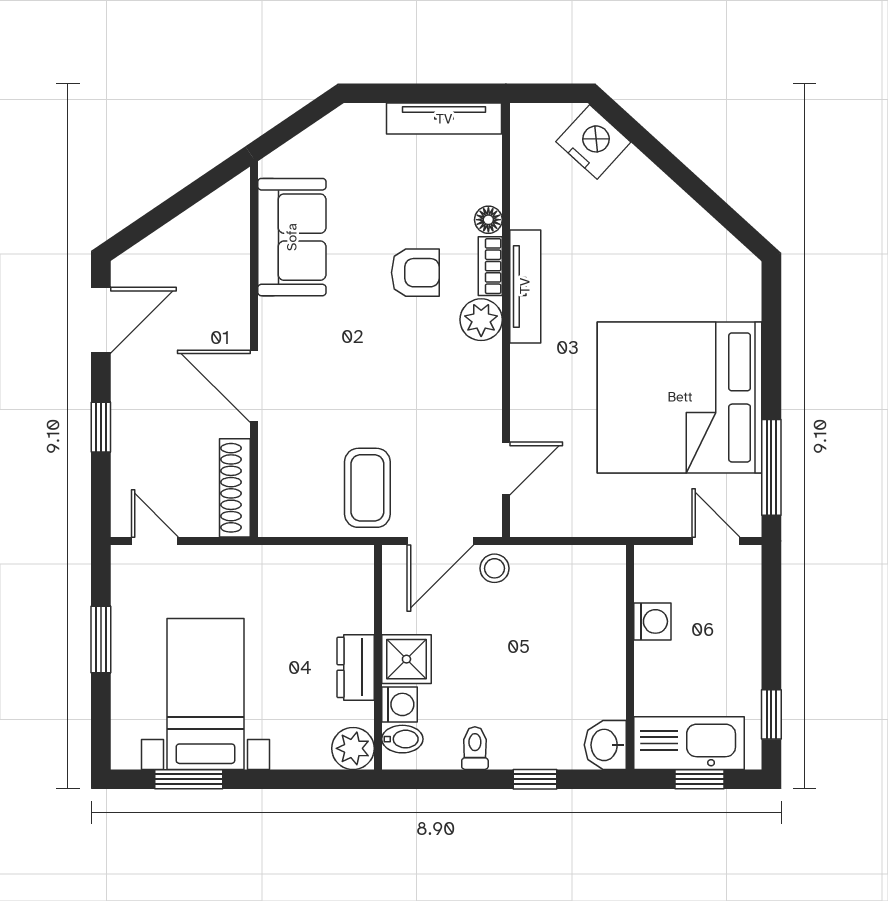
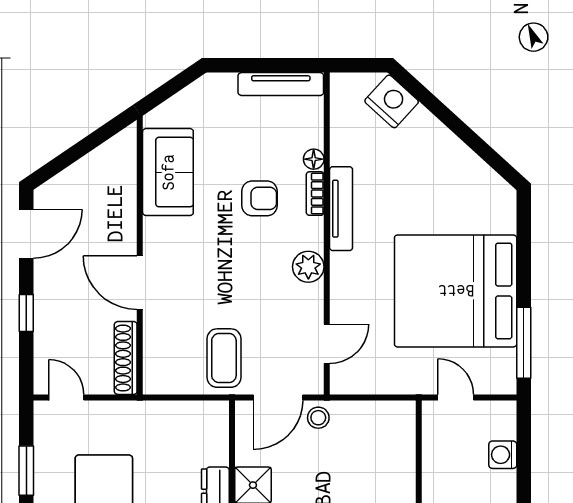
plant: (481, 320) -> (308, 267), moved
door: (716, 541) -> (456, 397), moved
washing machine: (652, 621) -> (503, 455), moved, turned 180

